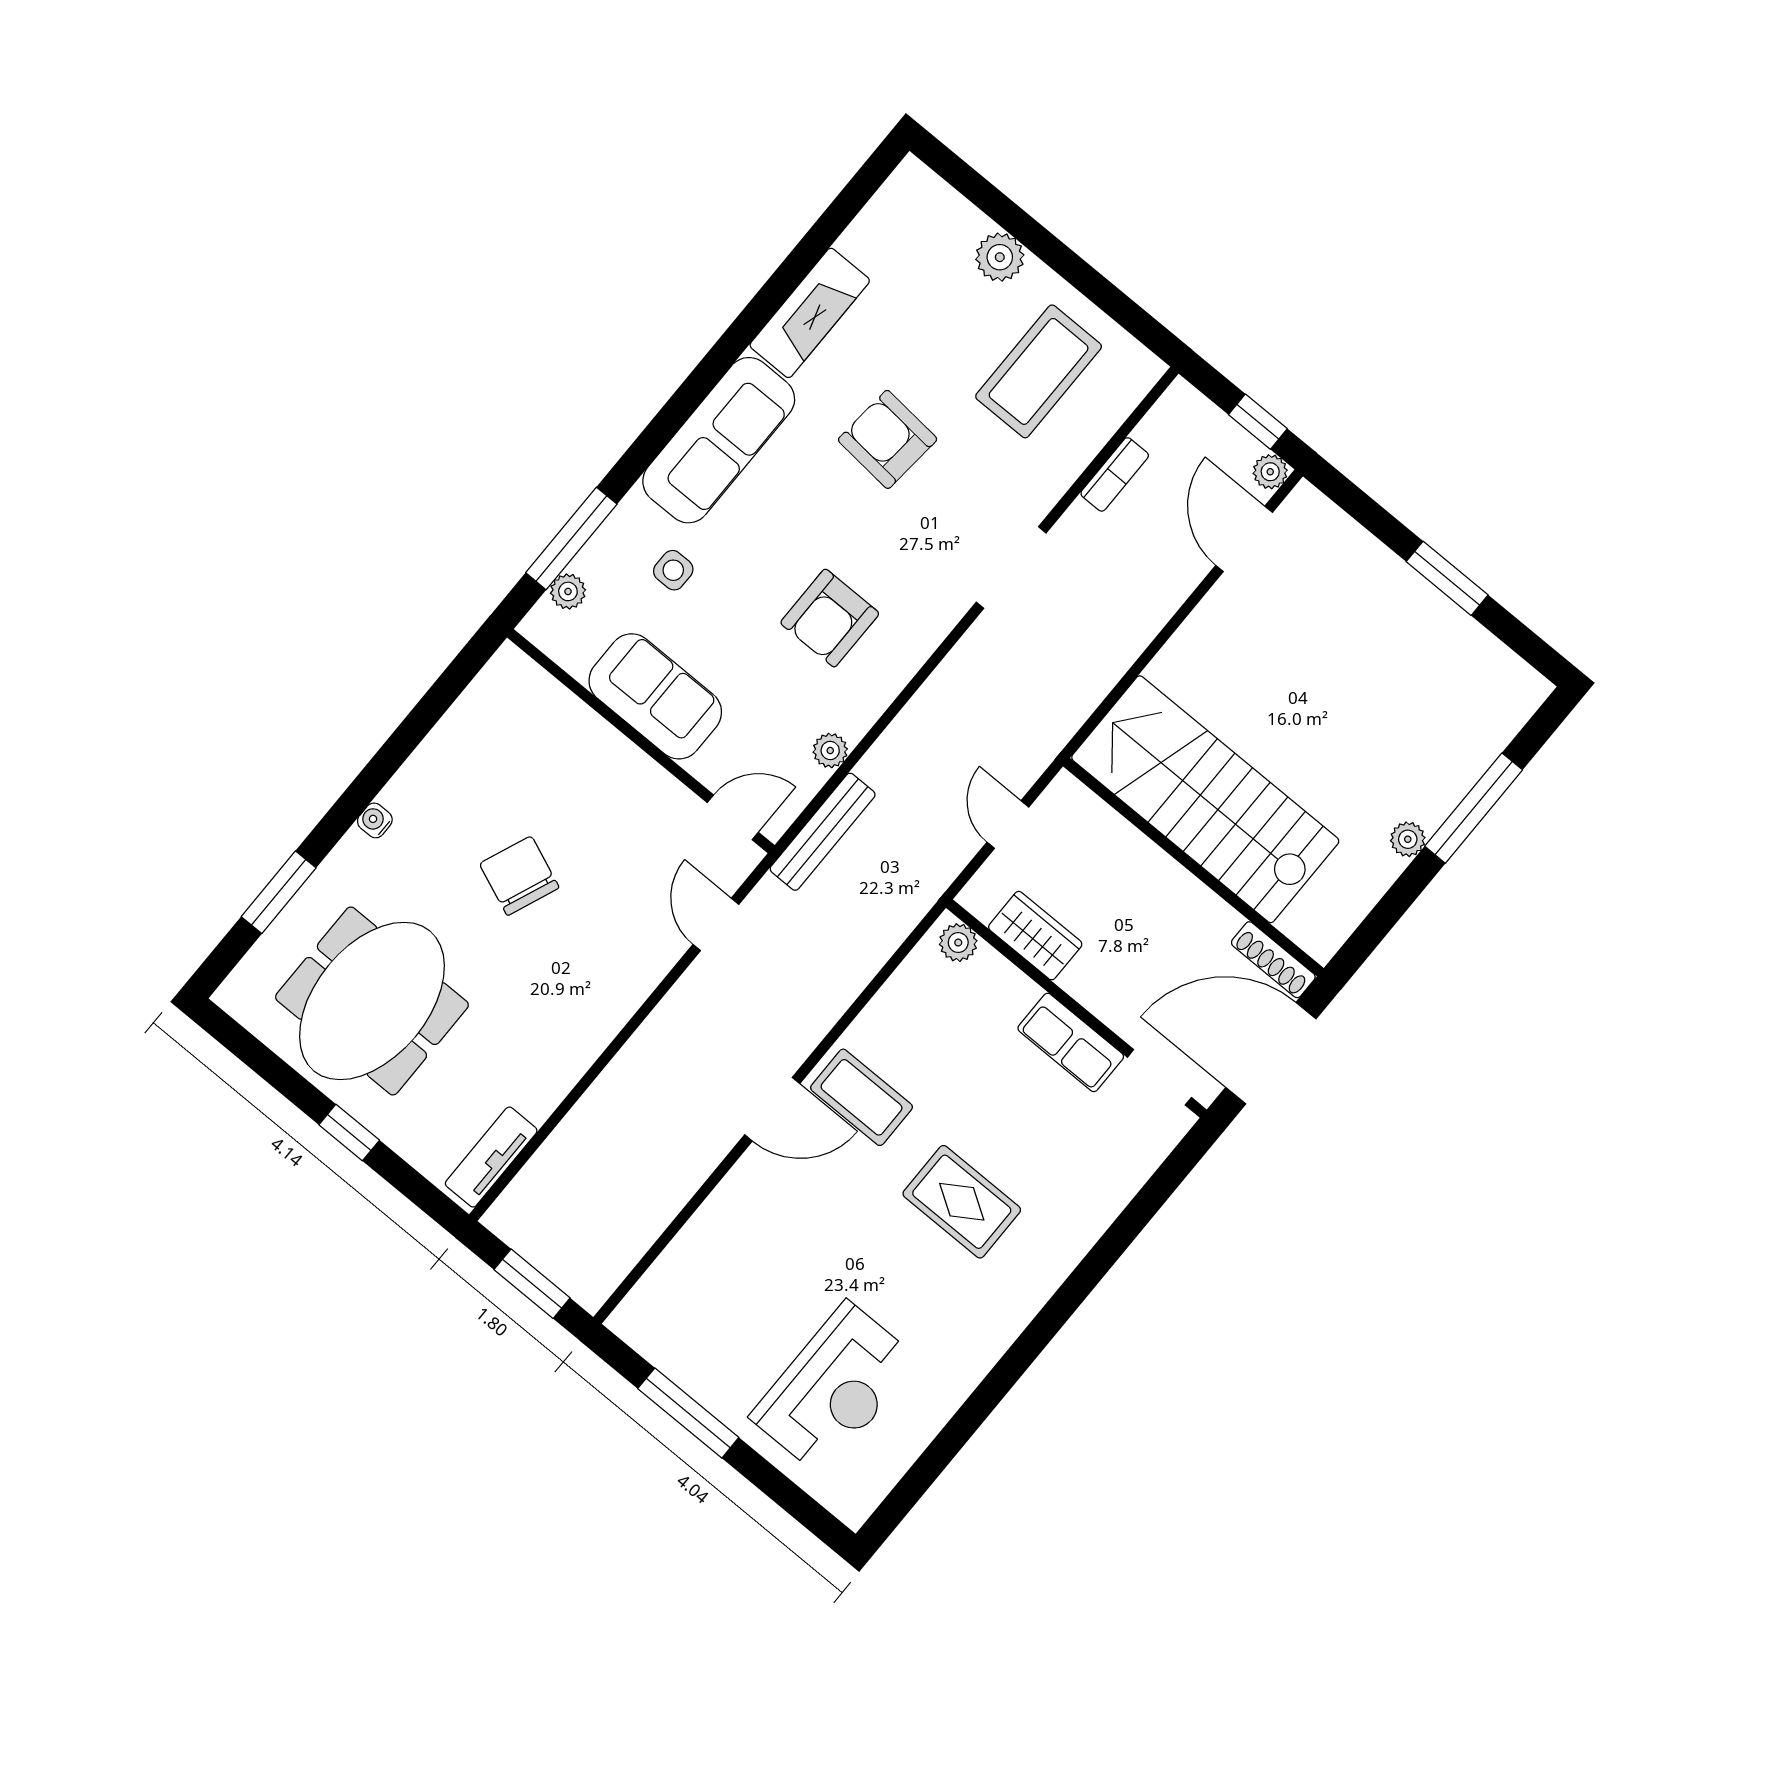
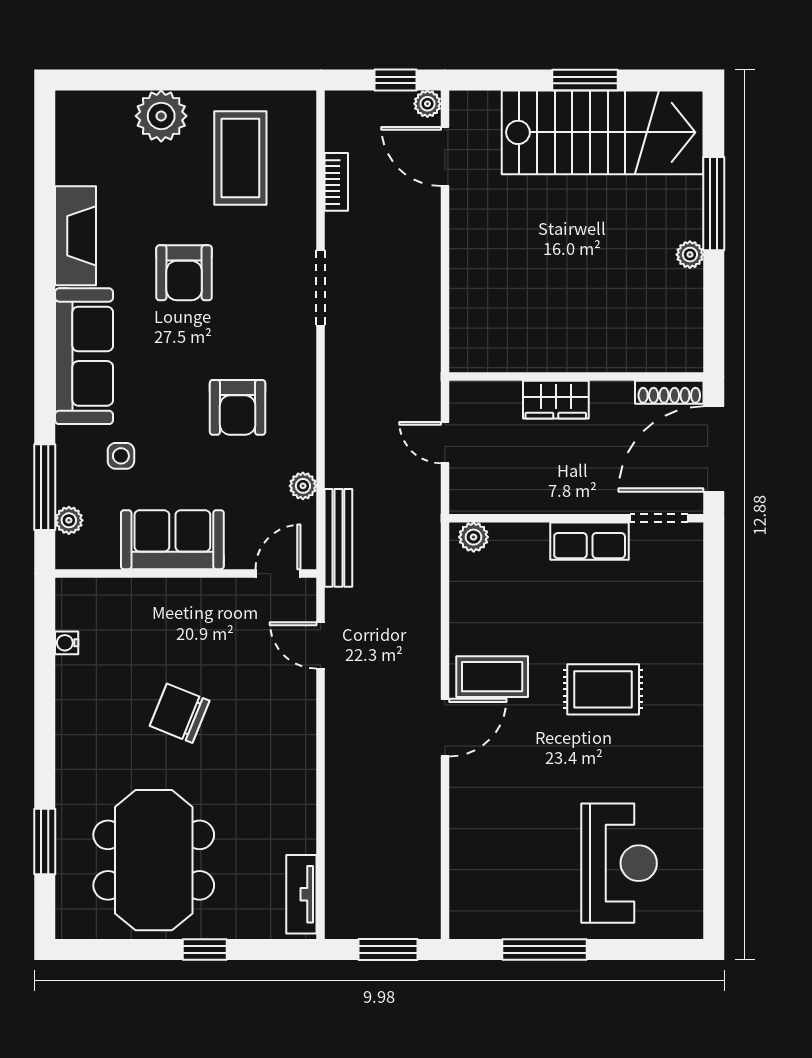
plant: (1000, 257) -> (161, 116), width x1.36, depth x1.36
armchair: (888, 439) -> (184, 273), turned -95
stairs: (1205, 799) -> (603, 132), moved, turned 180
water cooler: (375, 820) -> (67, 643), moved
wardrobe: (1035, 936) -> (556, 400), moved, turned 180

